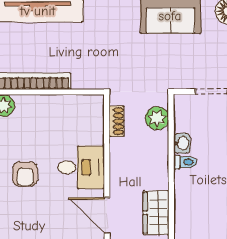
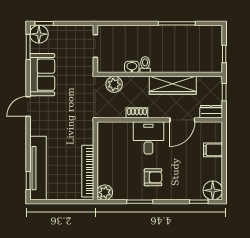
shoe rack: (117, 121) -> (137, 113), moved
wardrobe: (156, 213) -> (173, 85), width x1.50

